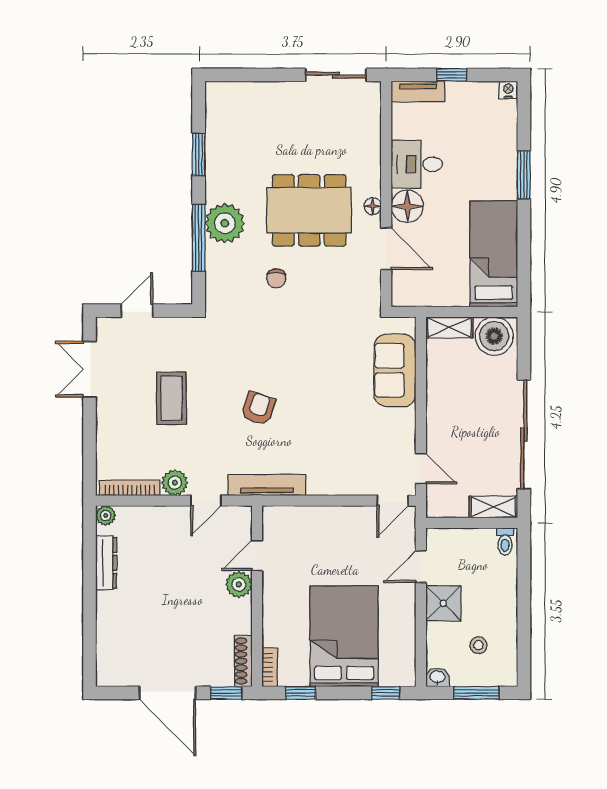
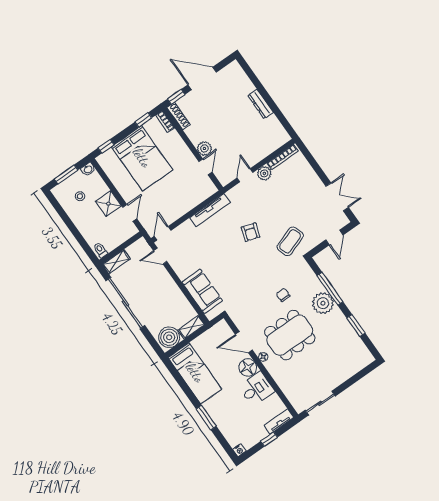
coffee table: (171, 398) -> (290, 241), moved, turned 71
tv unit: (267, 485) -> (210, 210), moved
plant: (106, 515) -> (285, 137), removed
dresser: (106, 563) -> (261, 104), moved

